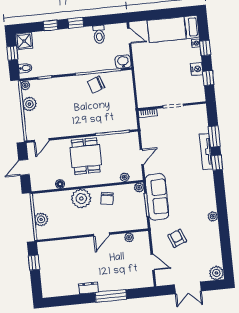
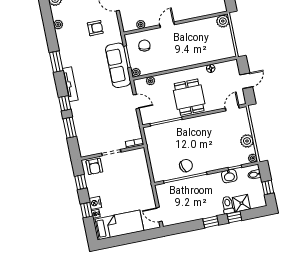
toilet: (99, 34) -> (228, 205), moved
shower: (24, 41) -> (241, 203), moved
washbasin: (123, 62) -> (229, 176), moved
nightstand: (197, 69) -> (95, 203), moved
armchair: (192, 93) -> (94, 166), added
tv unit: (206, 152) -> (70, 84), moved
door: (142, 157) -> (136, 102), swing flipped
chair: (107, 198) -> (144, 46), moved
plant: (81, 199) -> (189, 57), removed
window: (222, 207) -> (56, 62), added
plant: (213, 216) -> (58, 25), moved
plant: (41, 219) -> (223, 21), moved
armchair: (177, 238) -> (95, 28), turned -69

